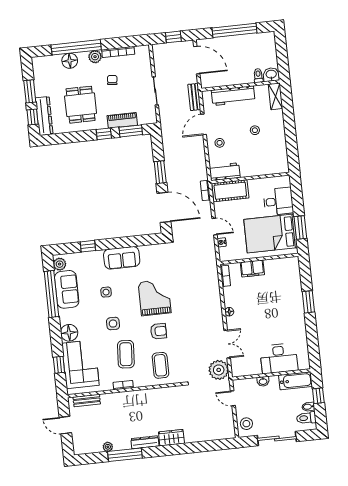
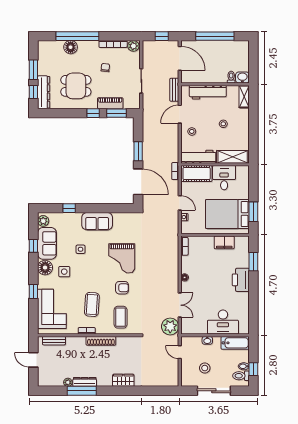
plant: (95, 57) -> (133, 46), moved
dining table: (81, 105) -> (76, 86), turned 90
shelving: (270, 167) -> (233, 157), added
workbench: (225, 172) -> (198, 157), width x1.38
desk: (278, 201) -> (224, 178), moved, turned -90
filing cabinet: (252, 269) -> (224, 242), moved
window: (51, 294) -> (33, 246), width x0.32
grand piano: (155, 297) -> (122, 258), turned 180
window: (308, 302) -> (253, 262), moved
printer: (294, 308) -> (241, 280), added
side table: (113, 324) -> (64, 272), moved
floor lamp: (69, 333) -> (45, 268), moved
window: (59, 365) -> (33, 292), moved
shoe rack: (141, 395) -> (101, 341), added
window: (318, 396) -> (253, 369), moved
stool: (246, 424) -> (205, 368), moved
dresser: (145, 442) -> (85, 382), moved

